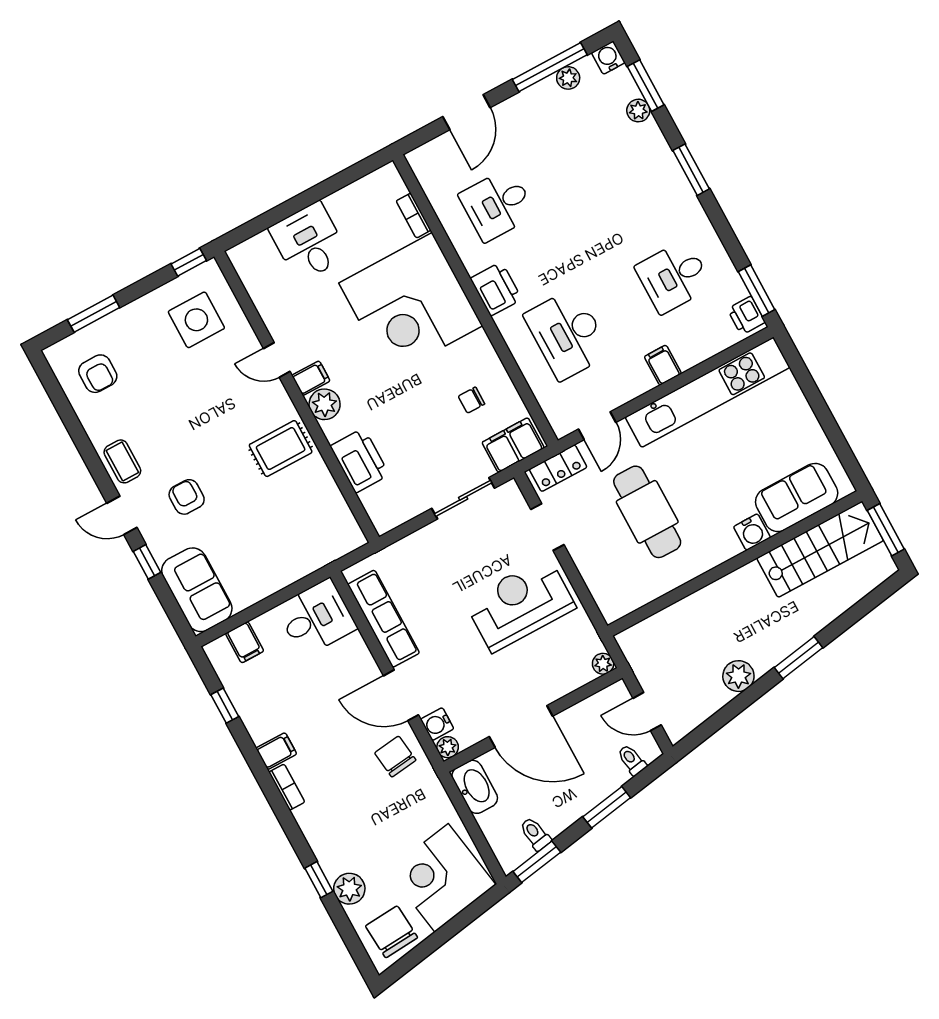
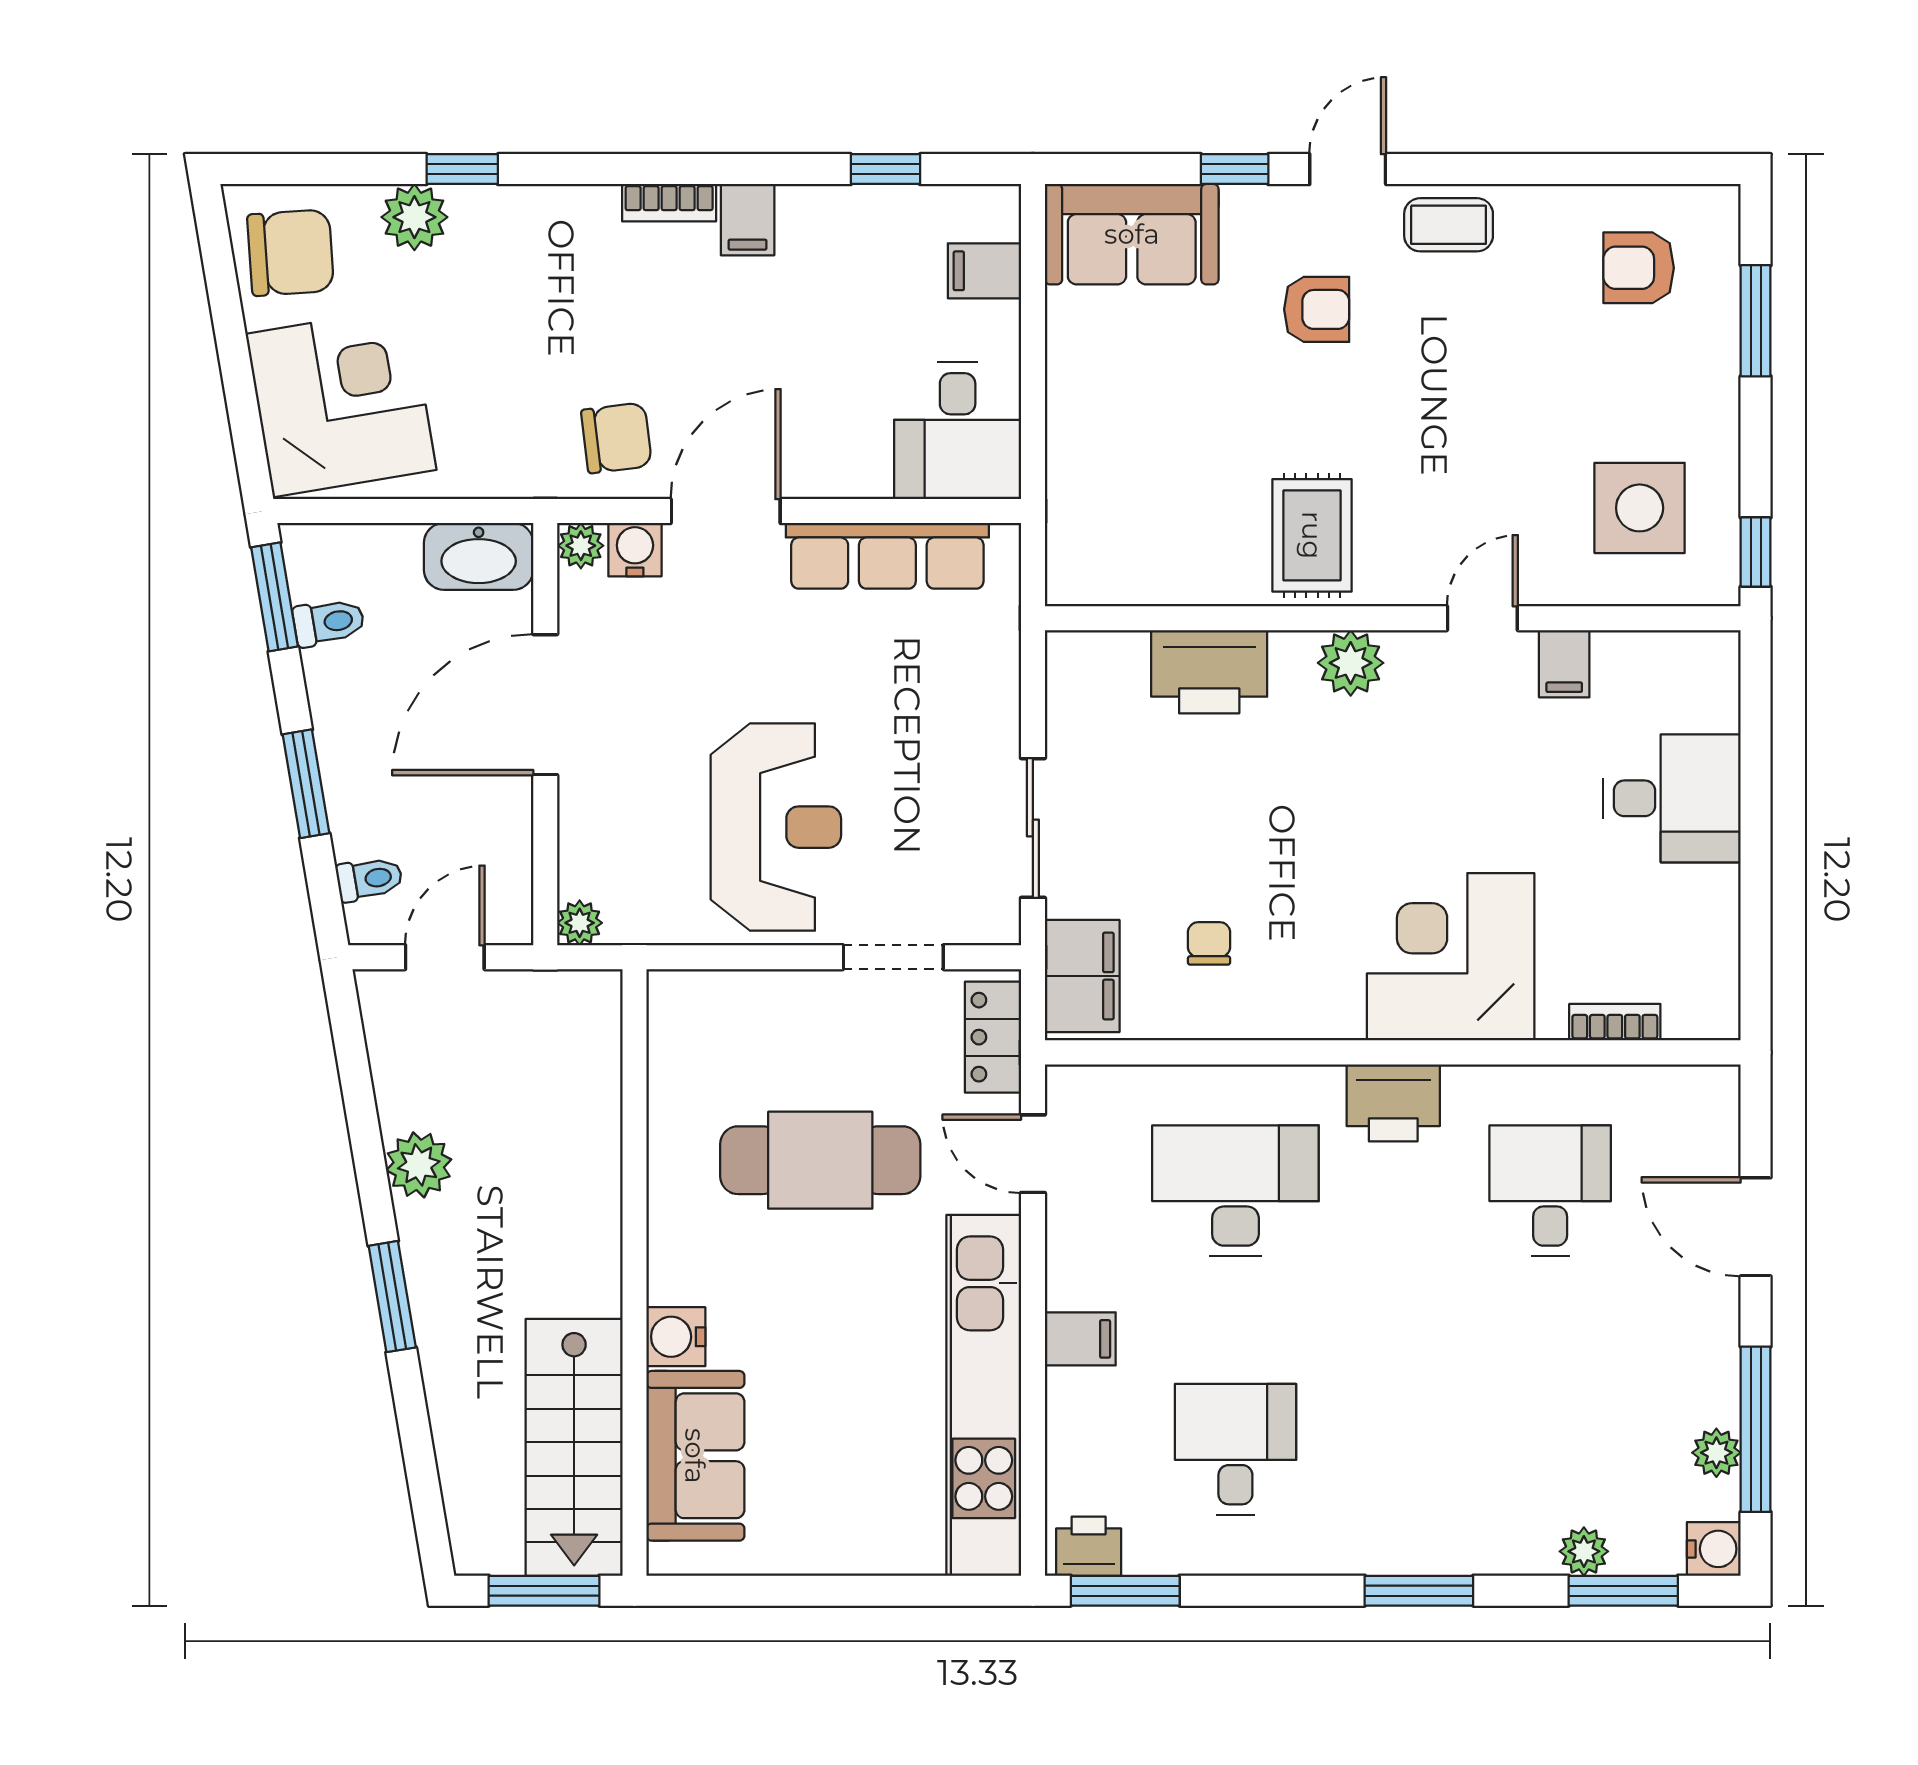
corner desk: (411, 304) -> (1451, 957), width x0.74, depth x0.74
filing cabinet: (311, 378) -> (1564, 664), moved

